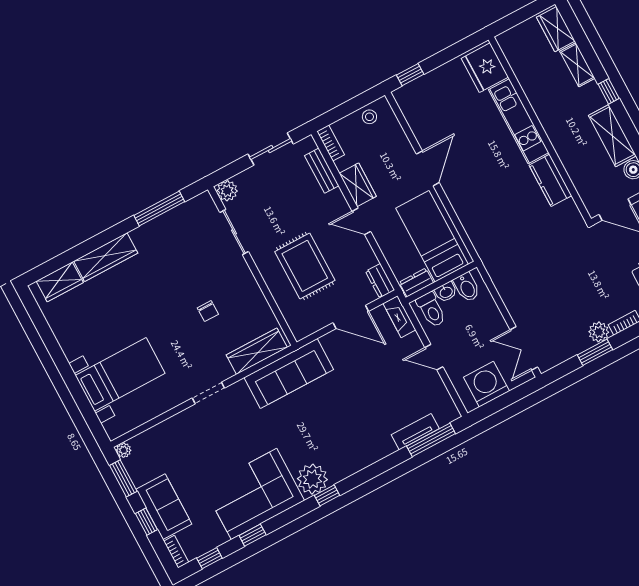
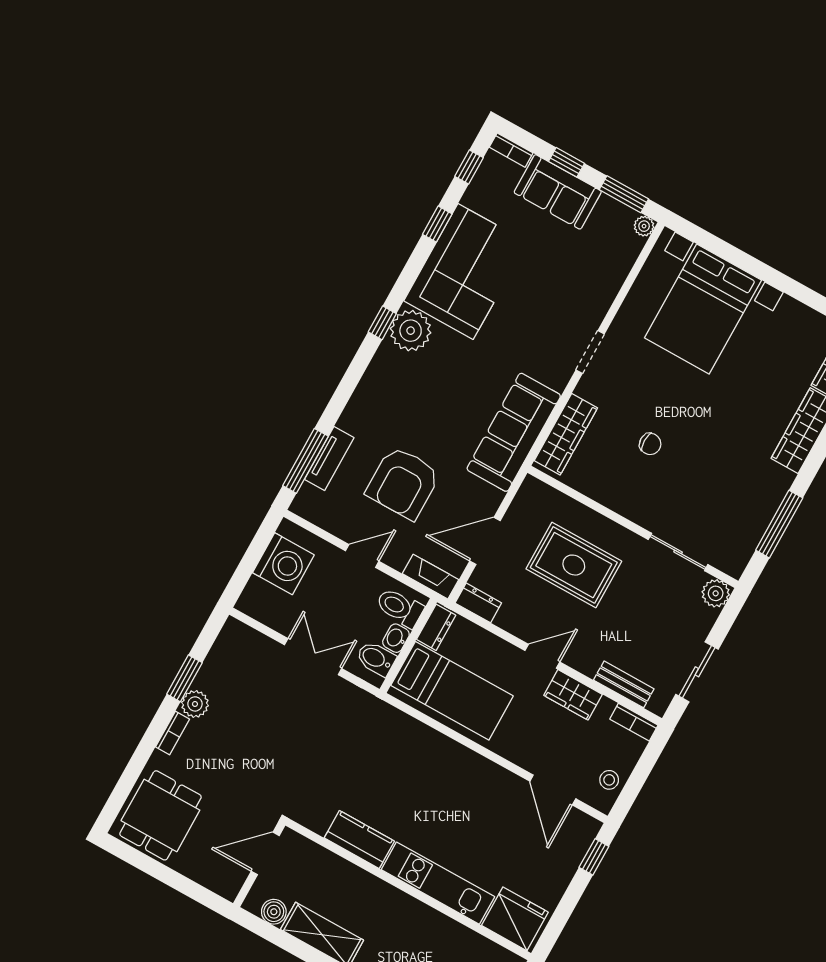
door: (428, 168) -> (553, 790), moved
chair: (208, 311) -> (650, 444), turned 180
double door: (524, 348) -> (313, 657), moved
bed with nightstands: (120, 374) -> (703, 309), width x1.36
armchair: (379, 387) -> (403, 483), added

